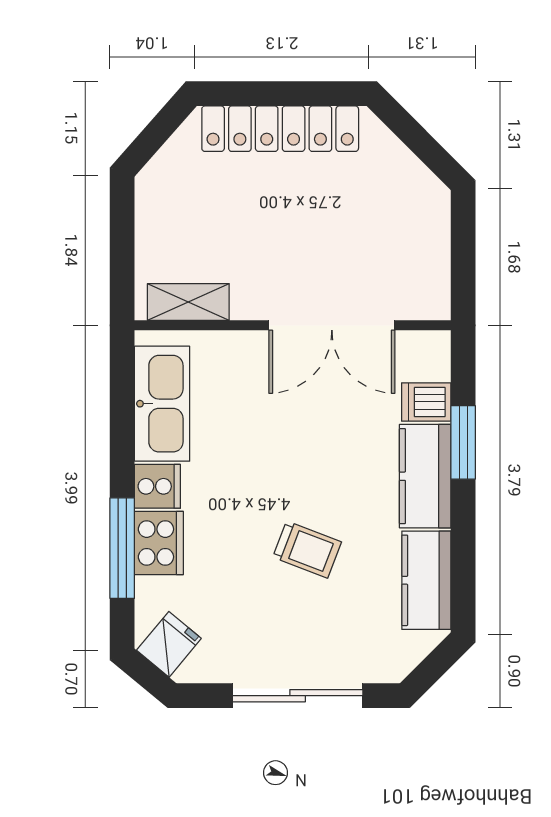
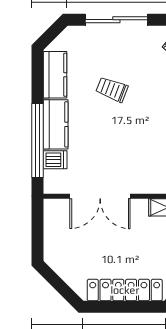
double door: (332, 325) -> (100, 196), swing flipped
window: (463, 442) -> (37, 141), width x2.11

